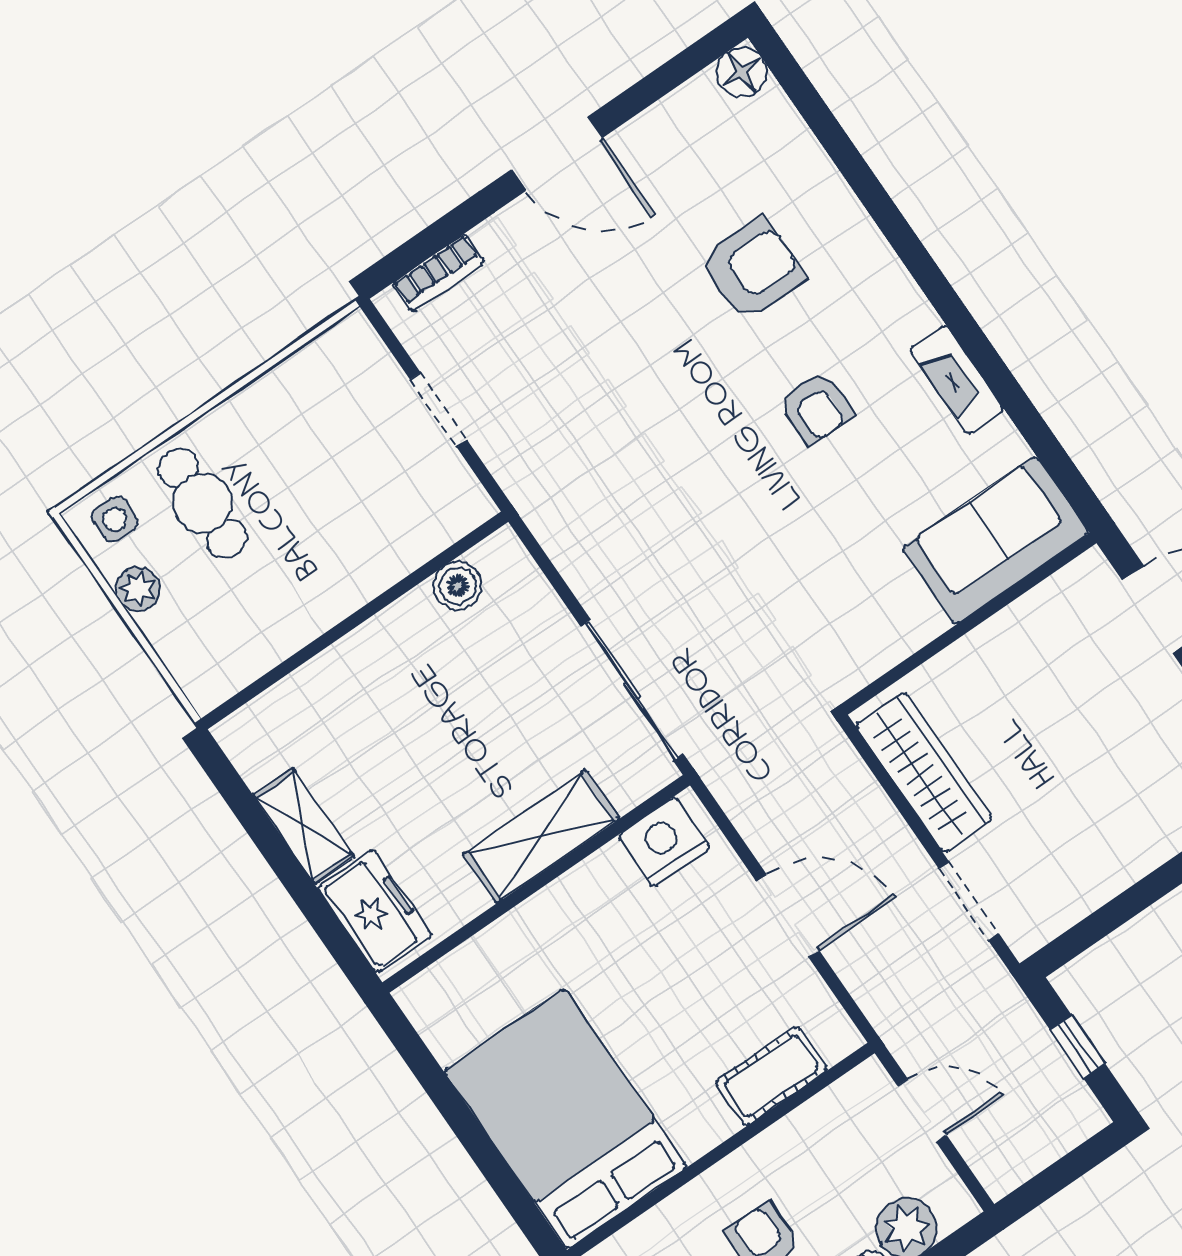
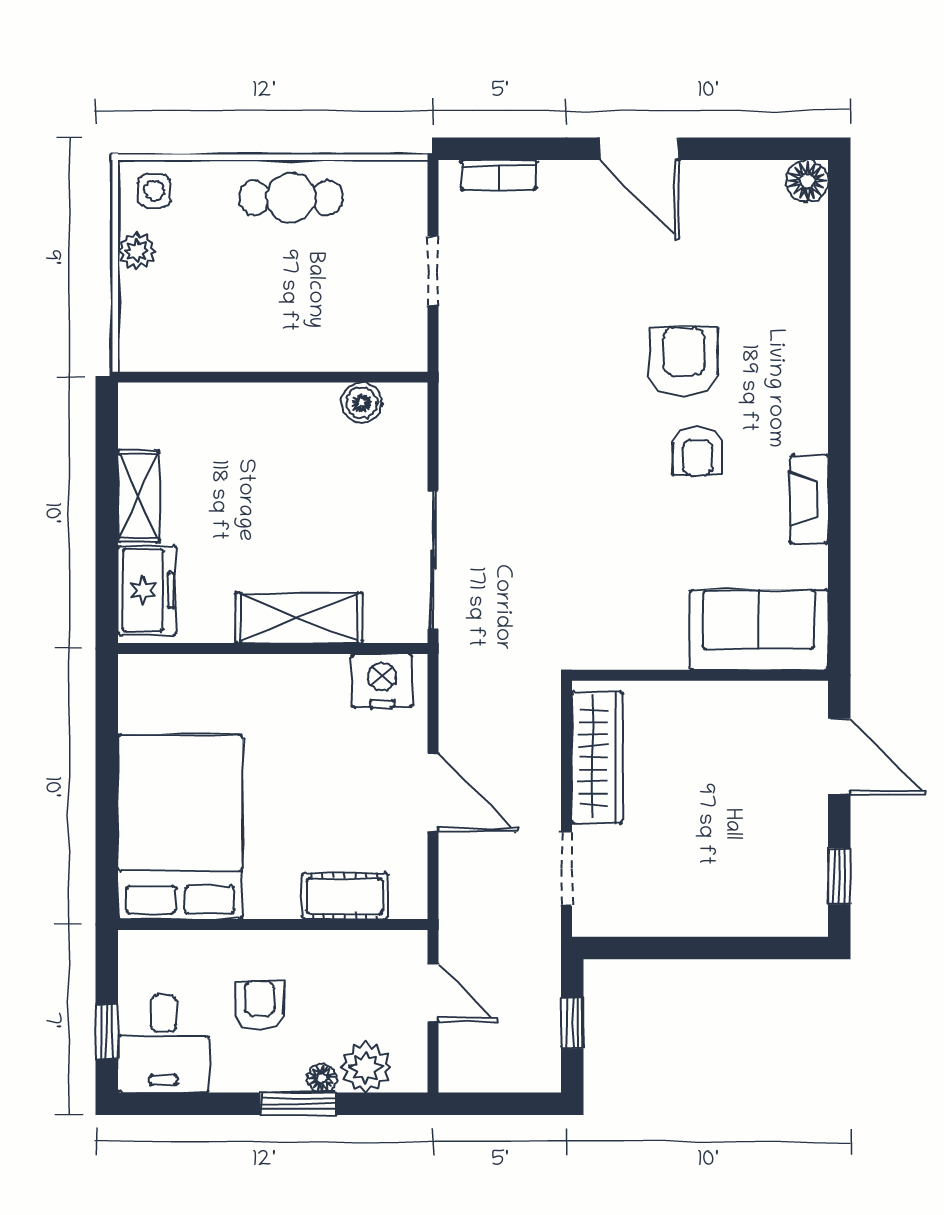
armchair: (753, 269) -> (684, 361), moved, turned -90
cafe table: (202, 503) -> (291, 198), moved, turned 90

